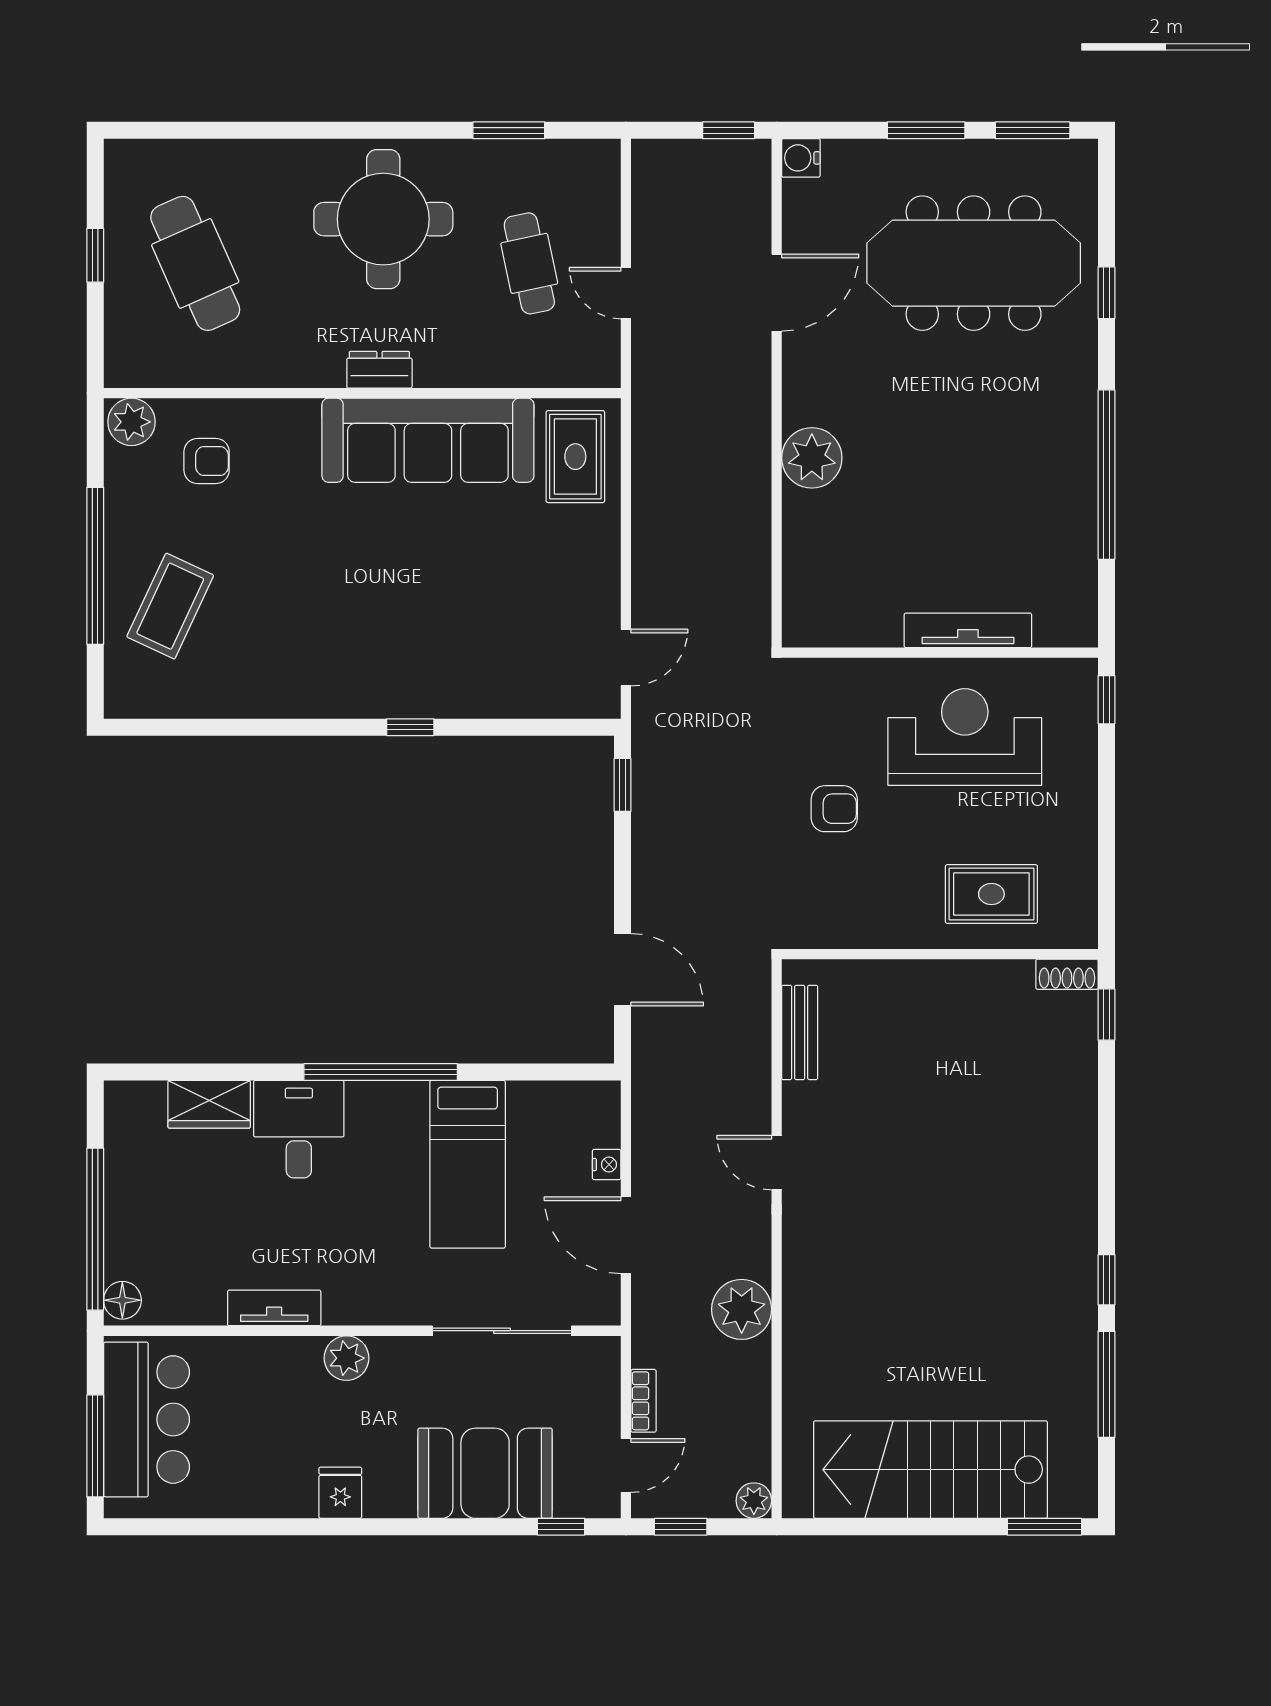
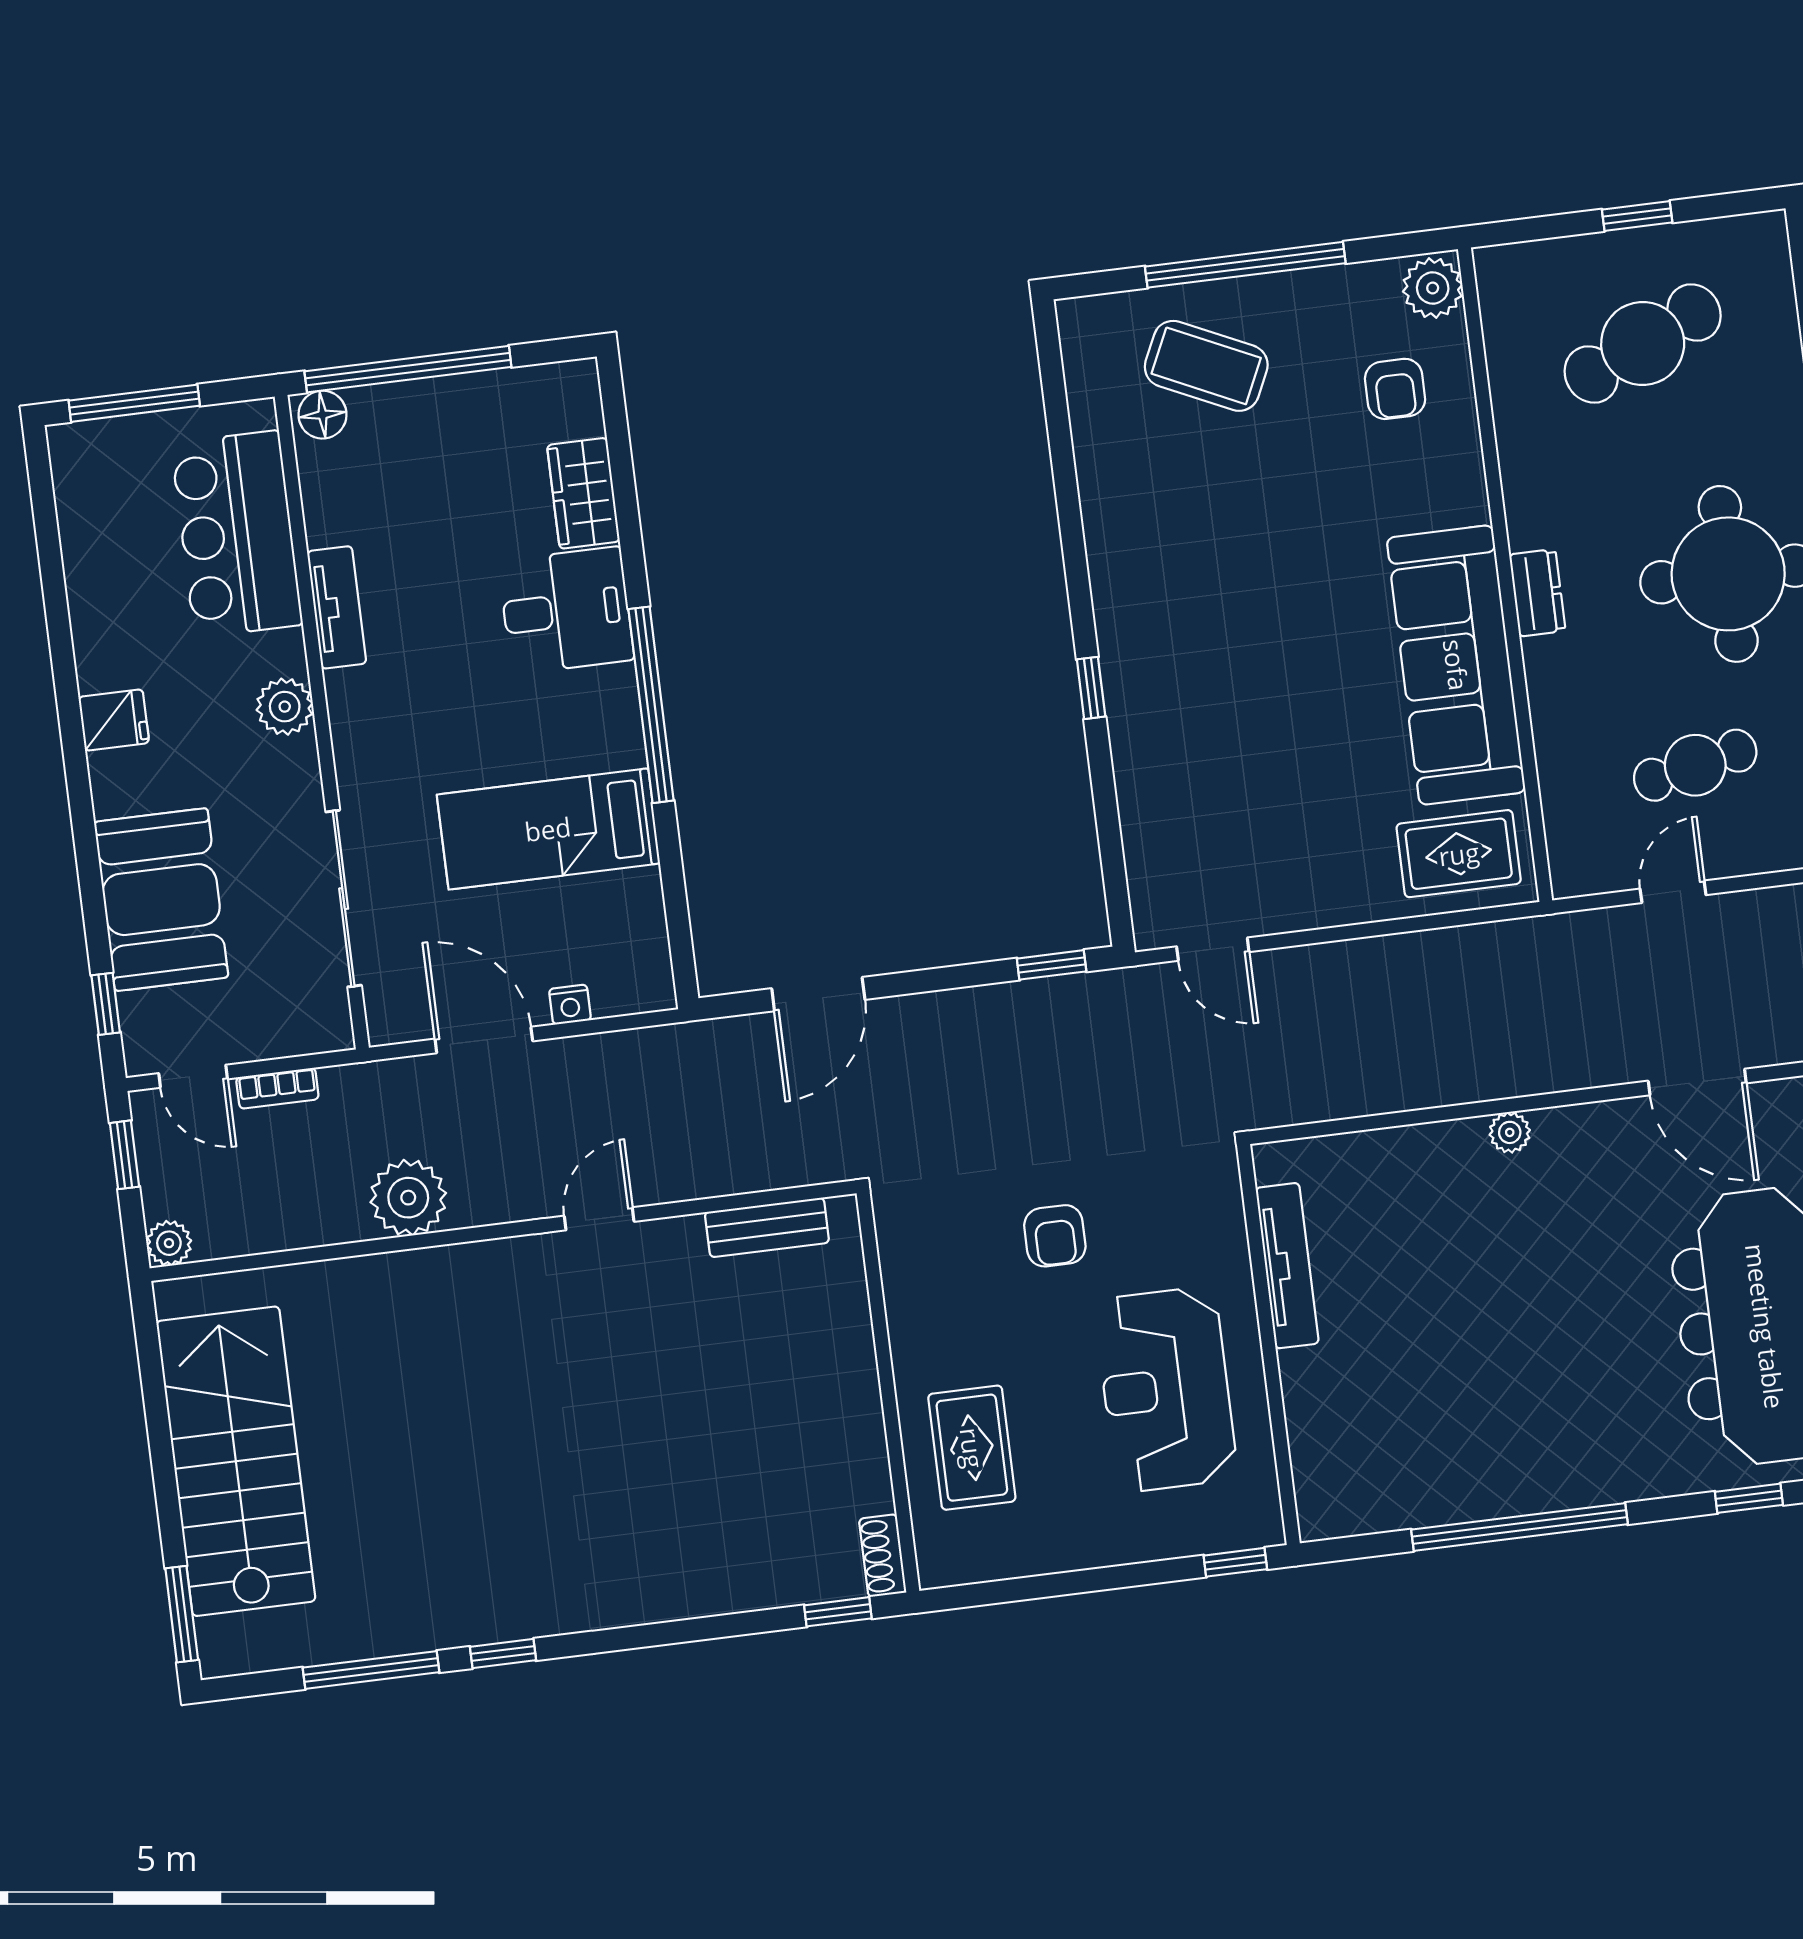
plant: (812, 458) -> (1510, 1132), width x0.53, depth x0.53
tv unit: (968, 630) -> (1287, 1266), moved
reception desk: (965, 737) -> (1166, 1389), turned 180
door: (626, 1235) -> (484, 1040), hinge flipped
bar counter: (147, 1420) -> (237, 534), moved, turned 90

